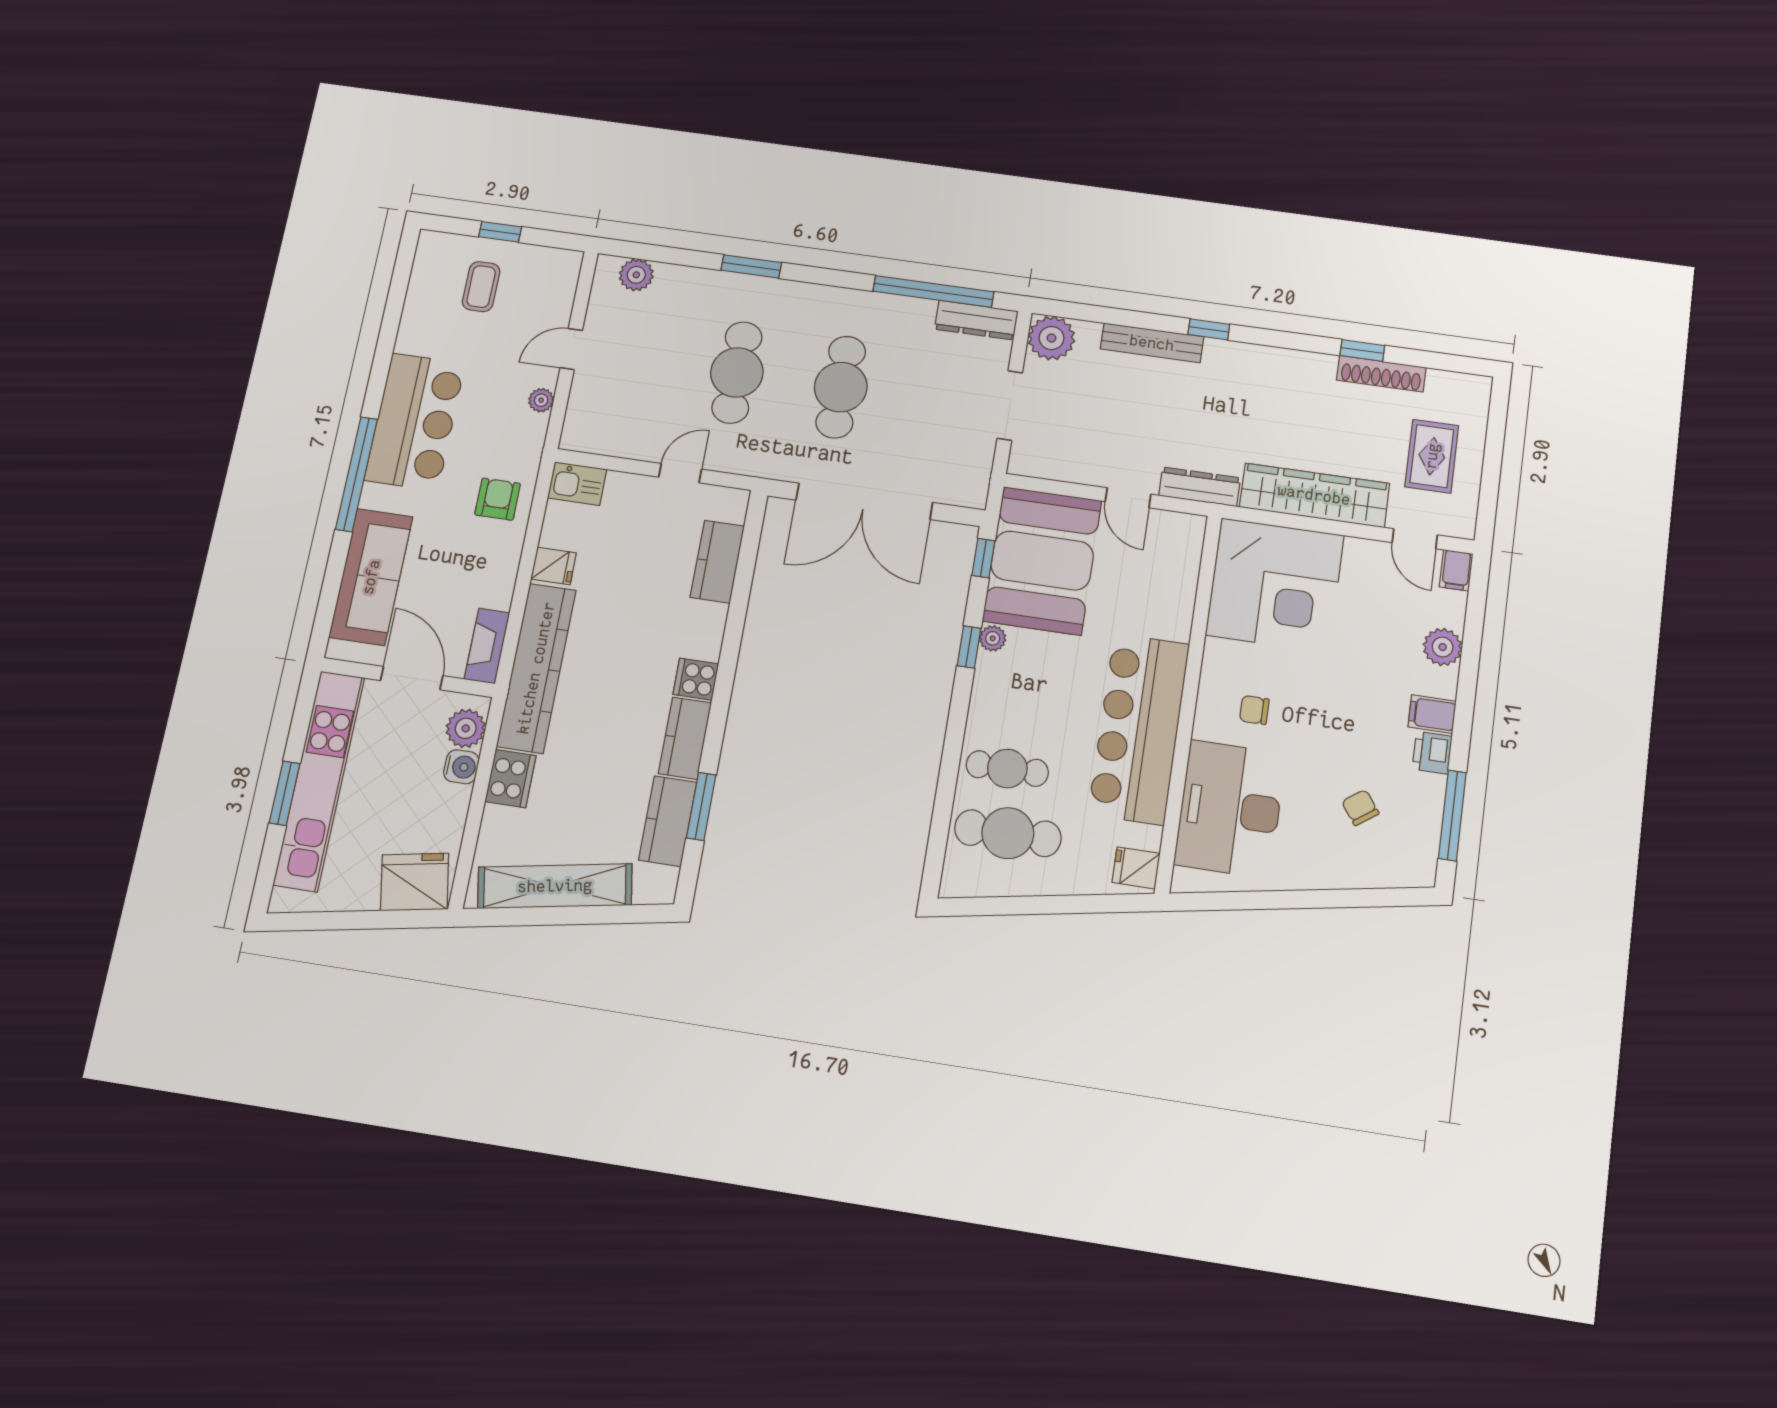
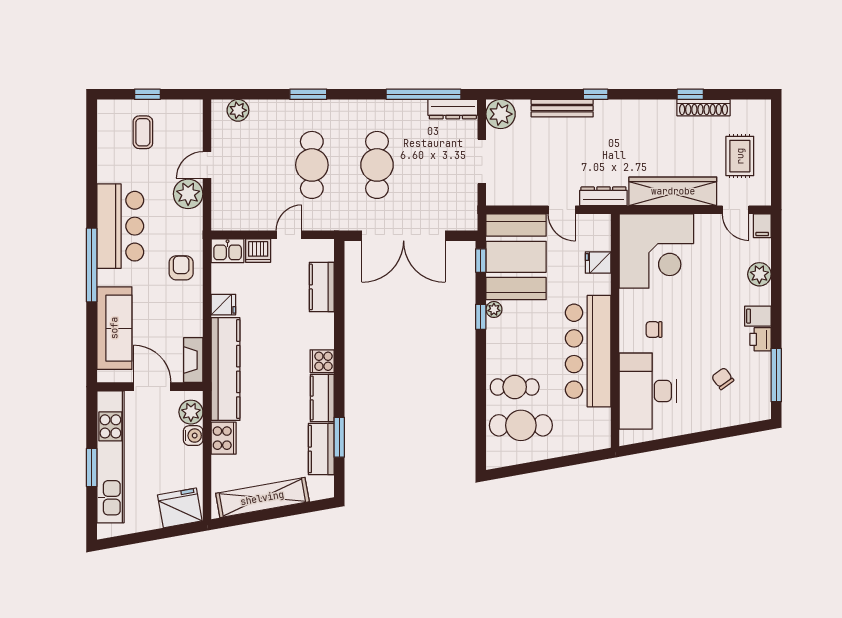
plant: (541, 400) -> (188, 194), width x1.88, depth x1.88
dishwasher: (626, 490) -> (258, 251), added
fridge: (1136, 868) -> (598, 263), moved

